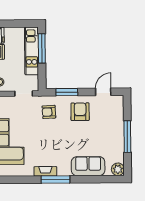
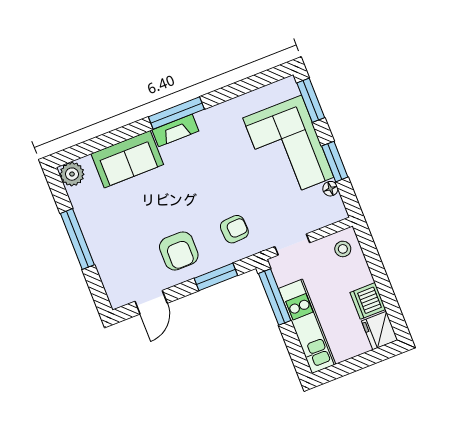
window: (42, 48) -> (275, 297), moved
fireplace: (45, 171) -> (175, 130), moved

